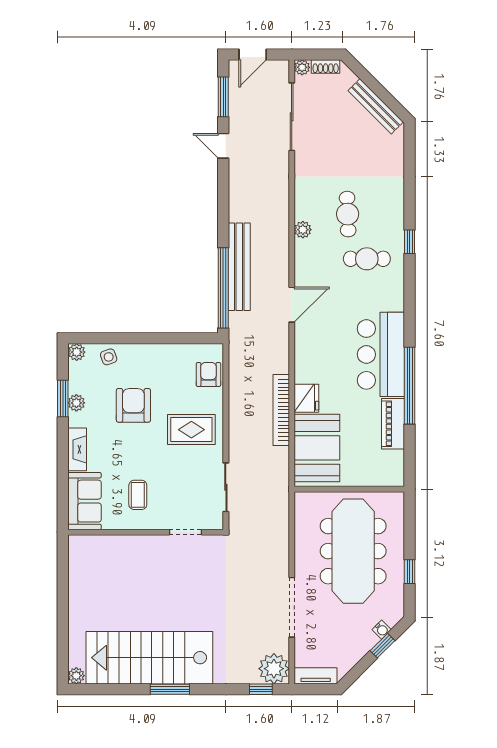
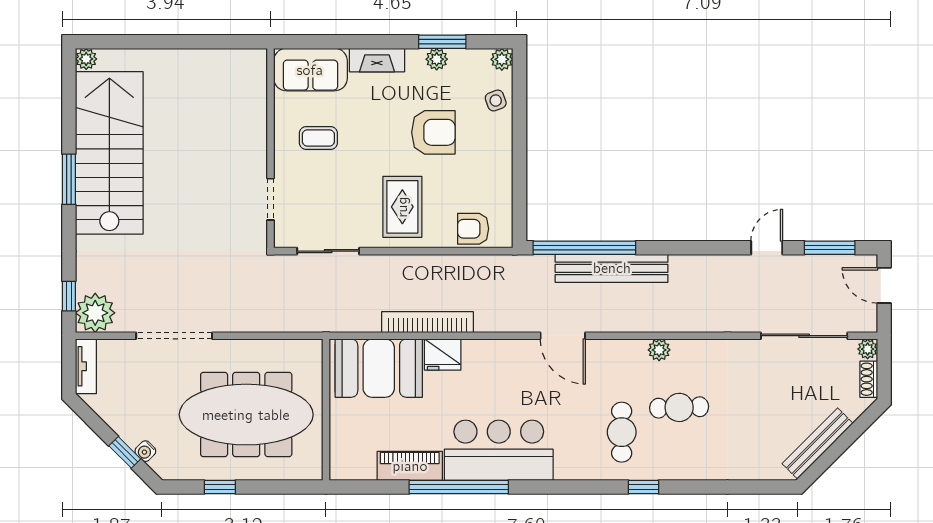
armchair: (208, 374) -> (473, 229), turned 180

